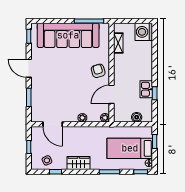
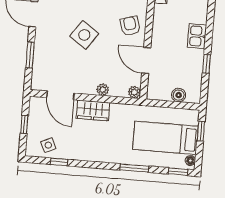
side table: (66, 80) -> (84, 35), added
kitchen sink: (146, 89) -> (197, 36), moved
door: (112, 94) -> (146, 60), hinge flipped
wardrobe: (79, 163) -> (93, 110), moved, turned 180

